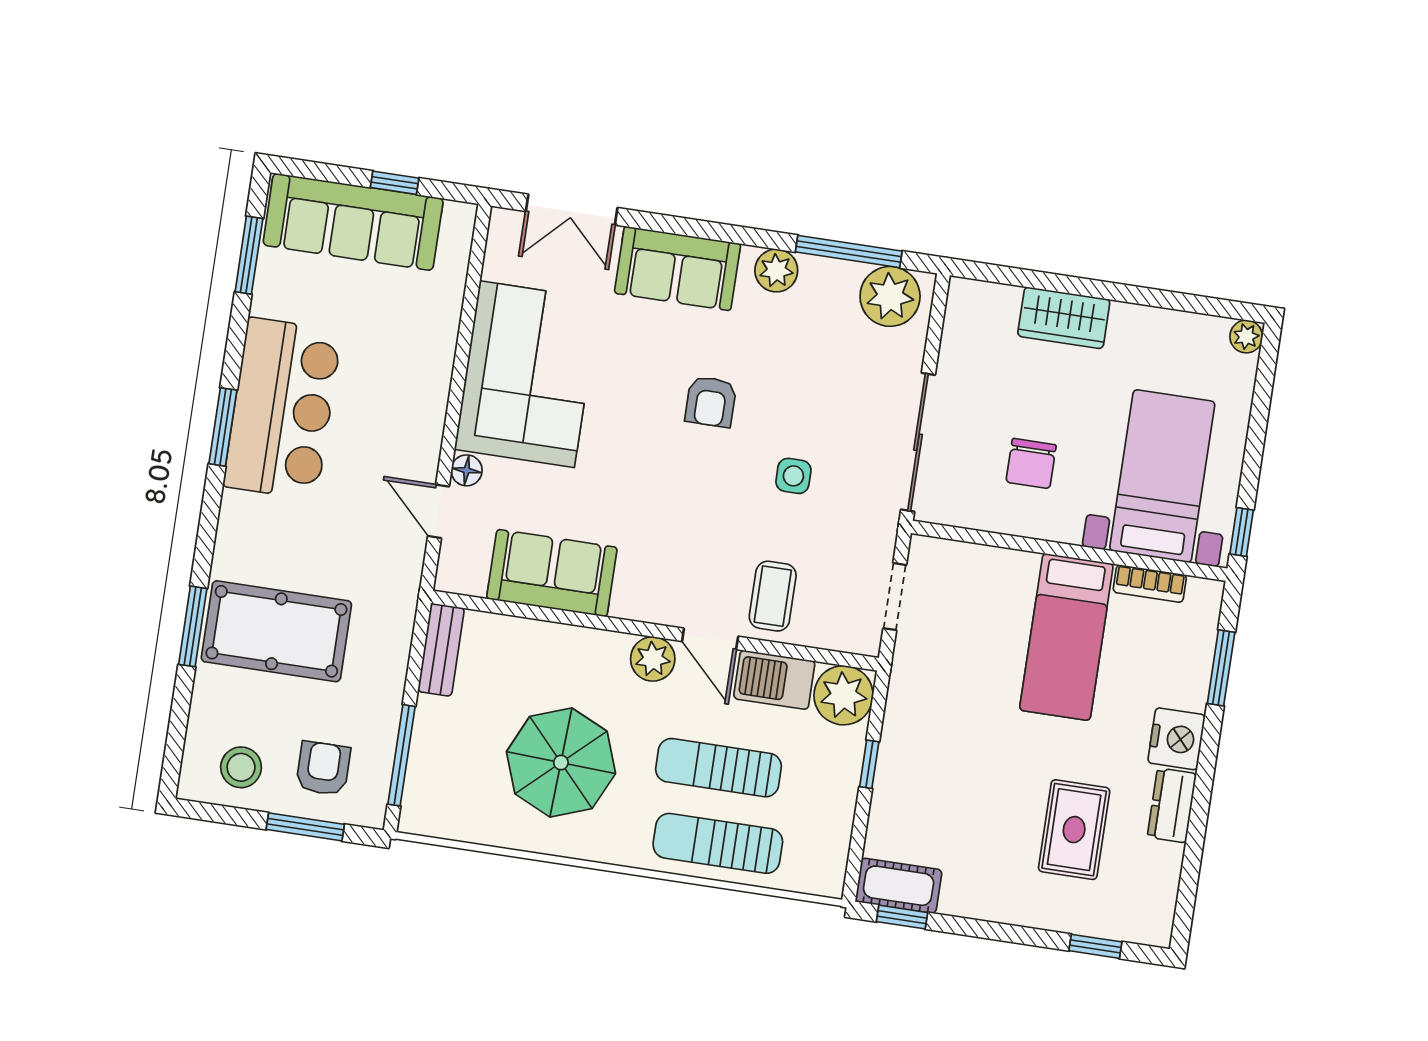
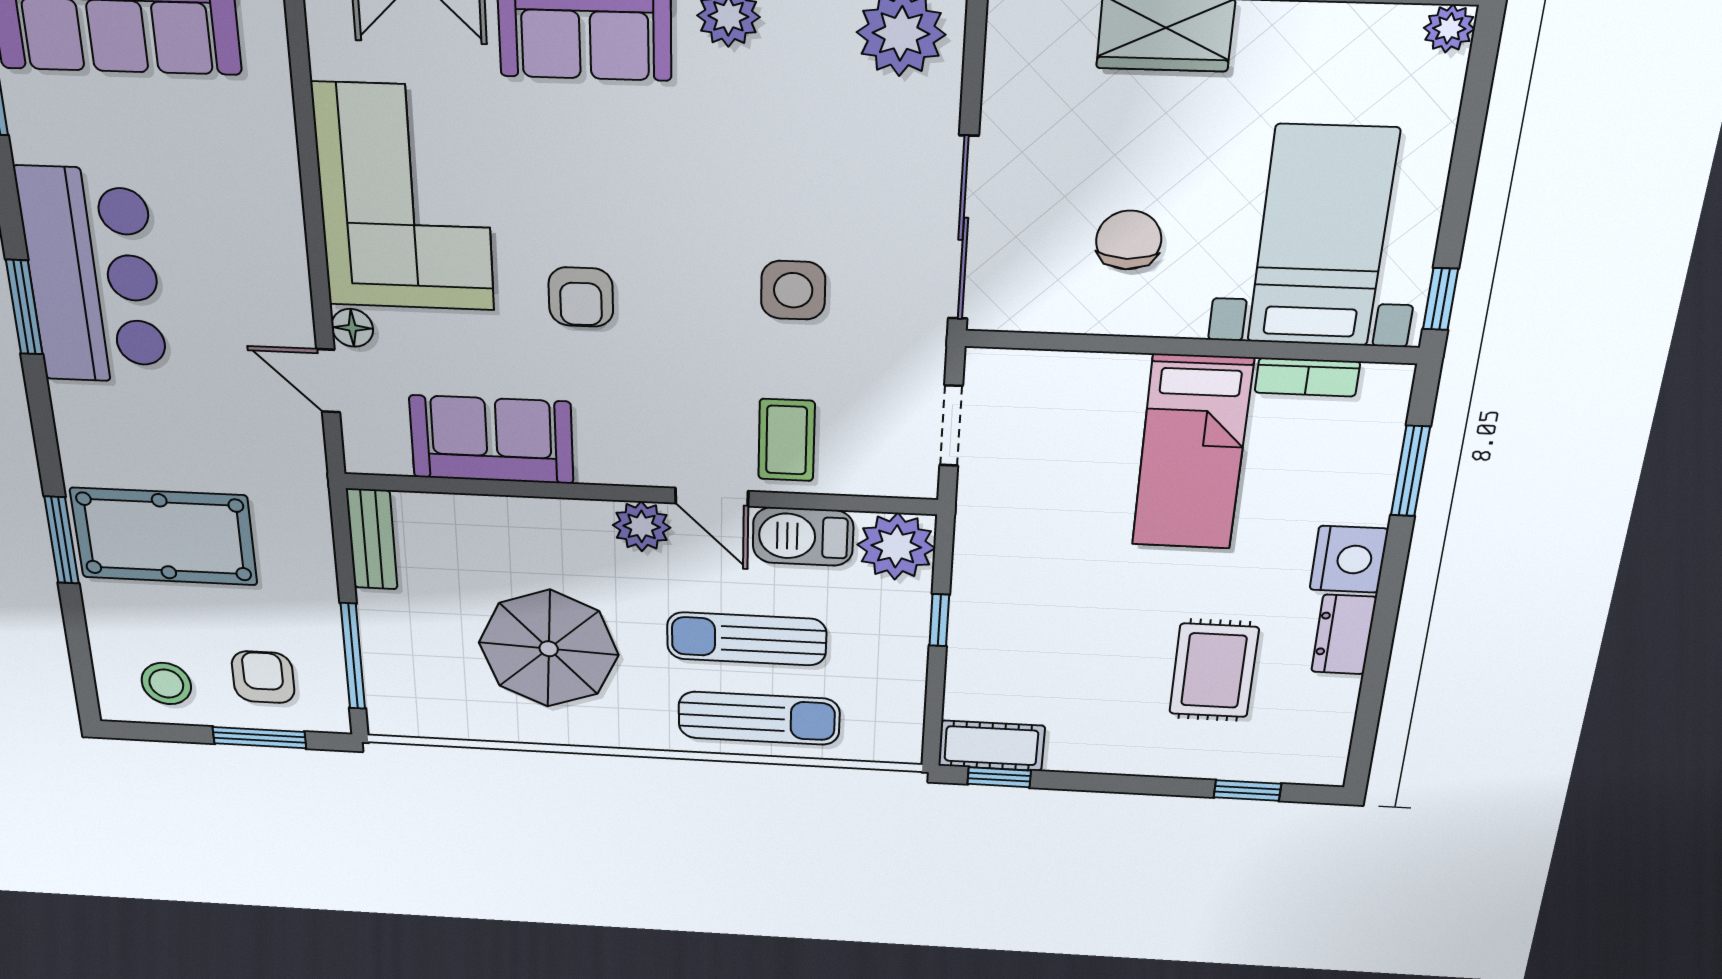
armchair: (711, 402) -> (581, 297), moved
chair: (1031, 464) -> (1129, 240), turned 180
side table: (793, 476) -> (793, 290), width x1.37, depth x1.37
sun lounger: (718, 843) -> (759, 718), turned 180

